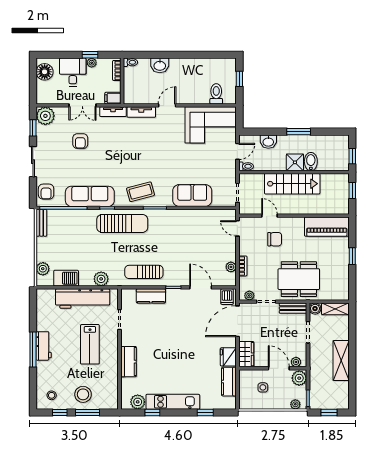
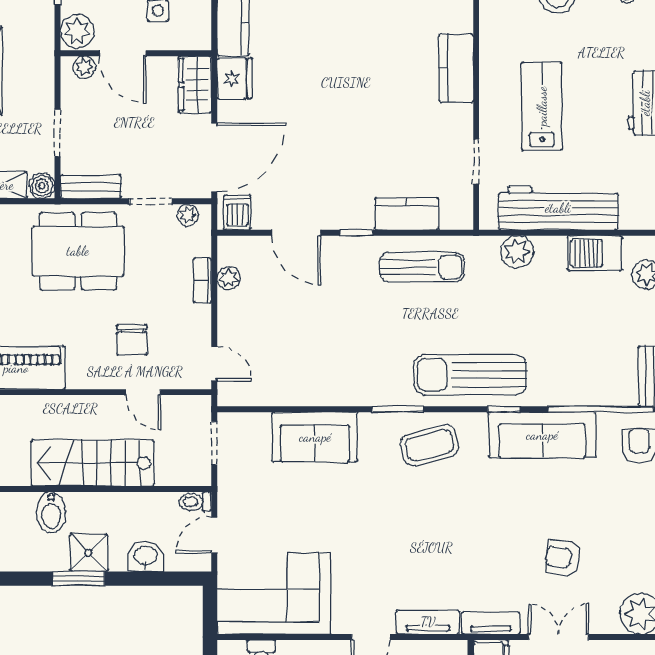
armchair: (80, 141) -> (563, 558), turned -83
shower: (295, 162) -> (89, 553), moved
chair: (275, 239) -> (132, 340), turned -90

